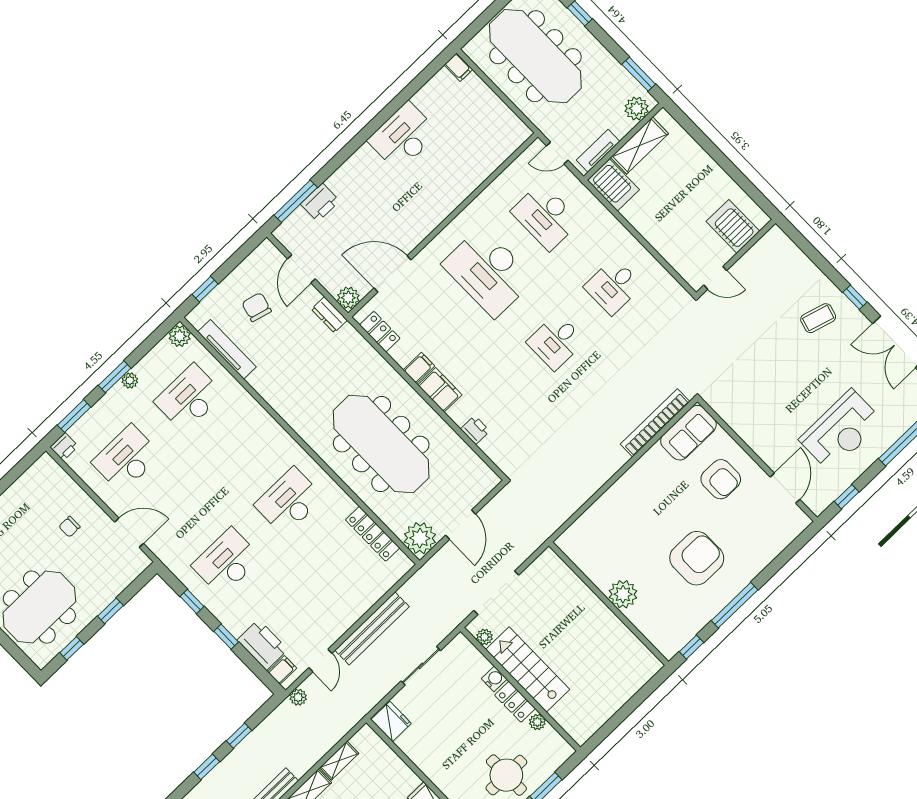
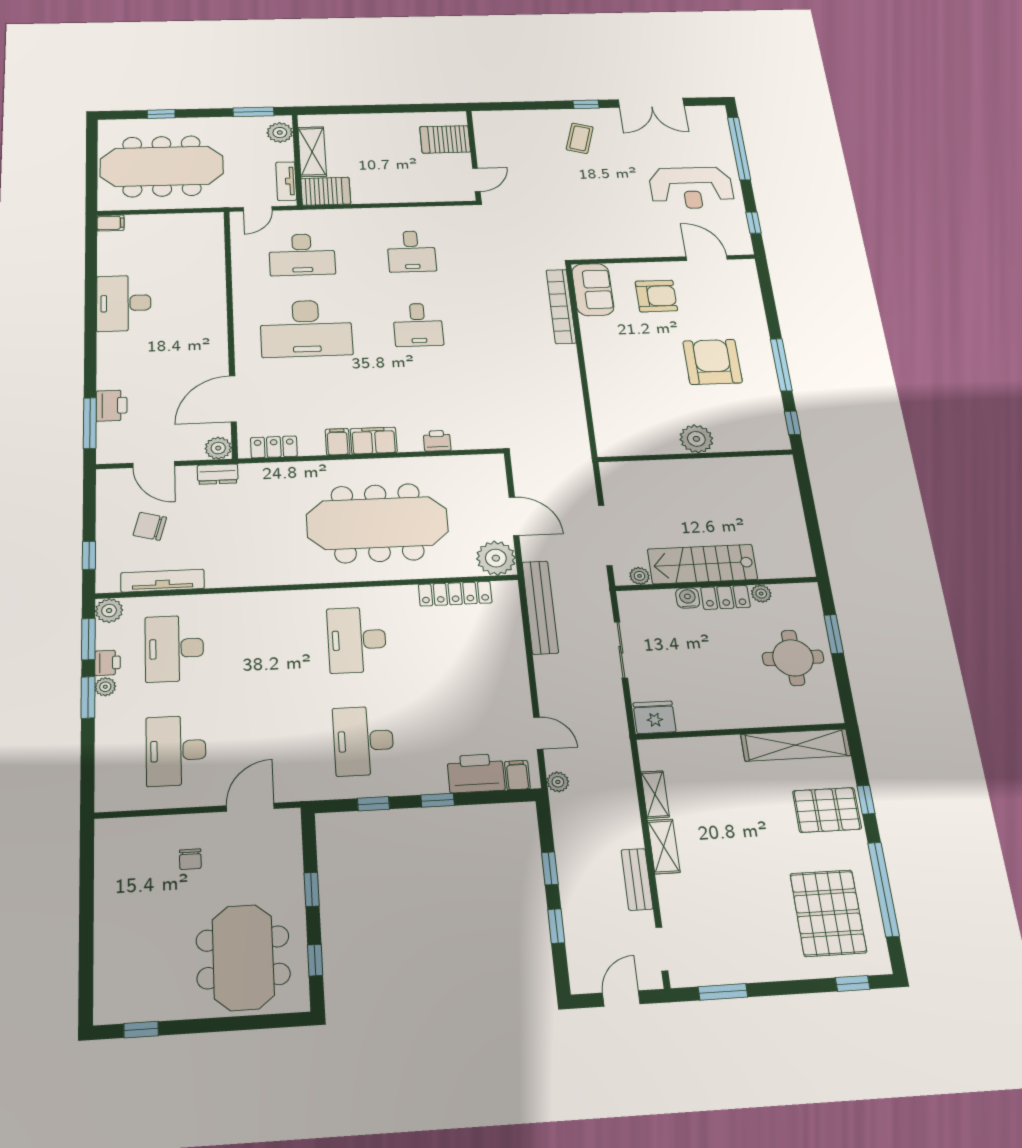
window: (74, 416) -> (88, 639), moved
reception desk: (841, 430) -> (691, 188), turned 90
printer: (64, 447) -> (108, 663), moved
bench: (372, 628) -> (540, 607), moved

